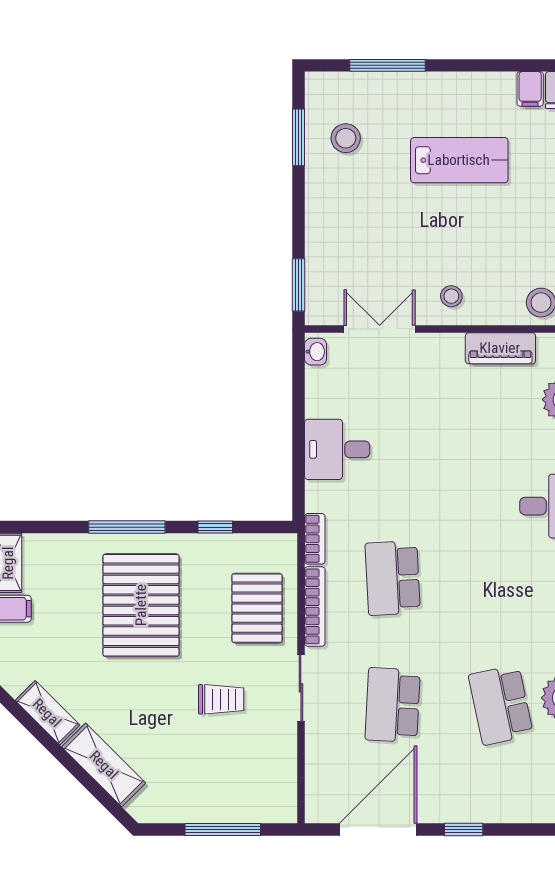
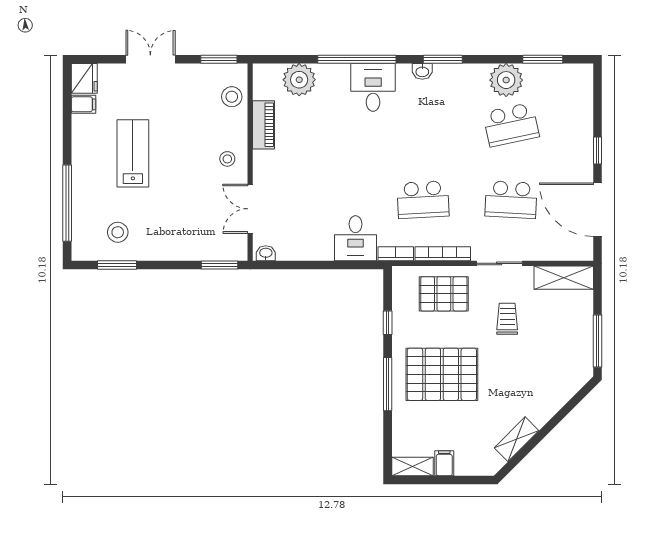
window: (388, 65) -> (67, 203), width x1.46
desk: (337, 449) -> (355, 238), moved
shelving: (104, 765) -> (564, 278), moved, turned 45
window: (223, 830) -> (598, 341), moved

